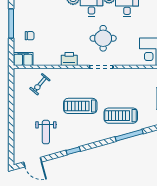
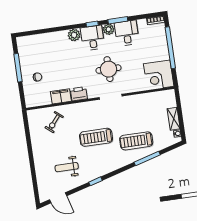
filing cabinet: (23, 59) -> (61, 96), moved
weight bench: (46, 132) -> (67, 167), turned 90

